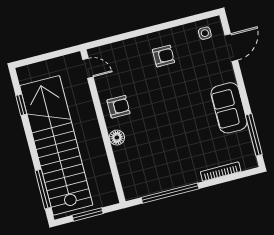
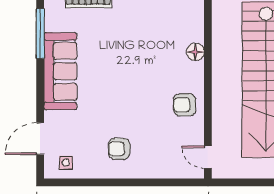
sofa: (229, 108) -> (60, 71), width x1.36
floor lamp: (117, 138) -> (195, 52), moved

